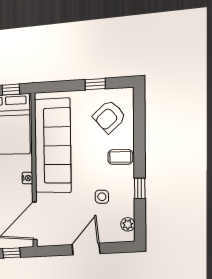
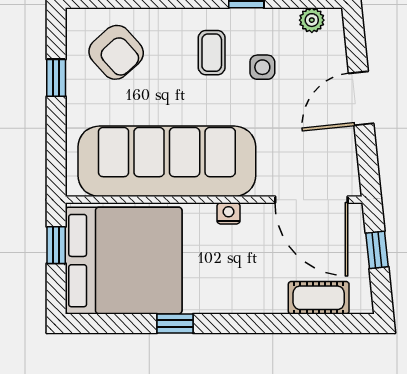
coffee table: (120, 157) -> (212, 53), moved
door: (86, 249) -> (361, 98), hinge flipped

